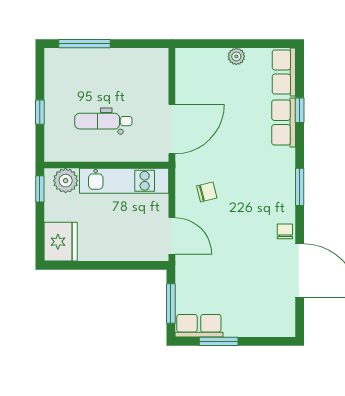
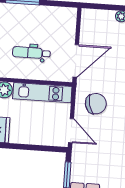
chair: (207, 192) -> (96, 104), width x1.87, depth x1.87

